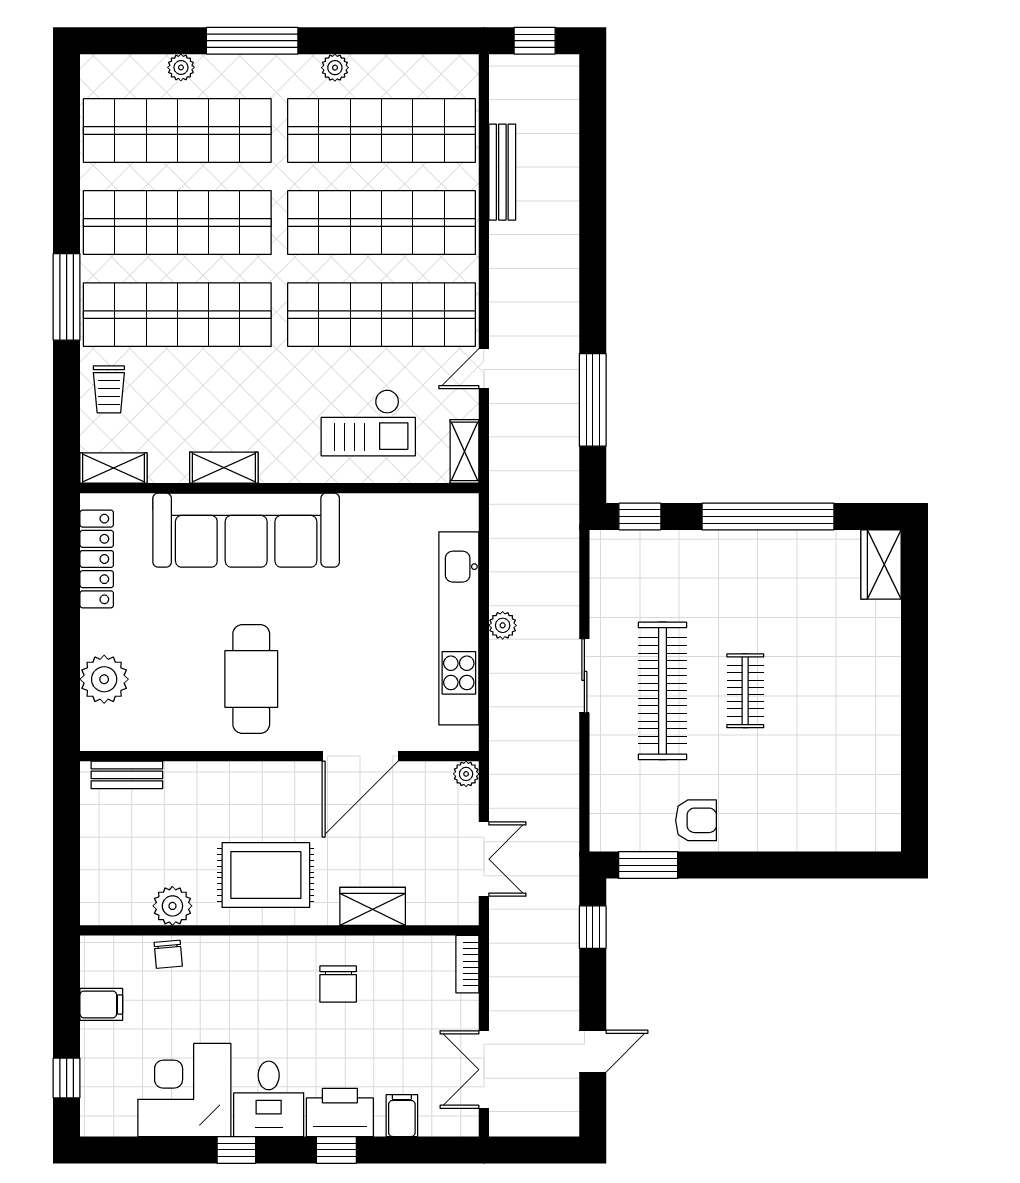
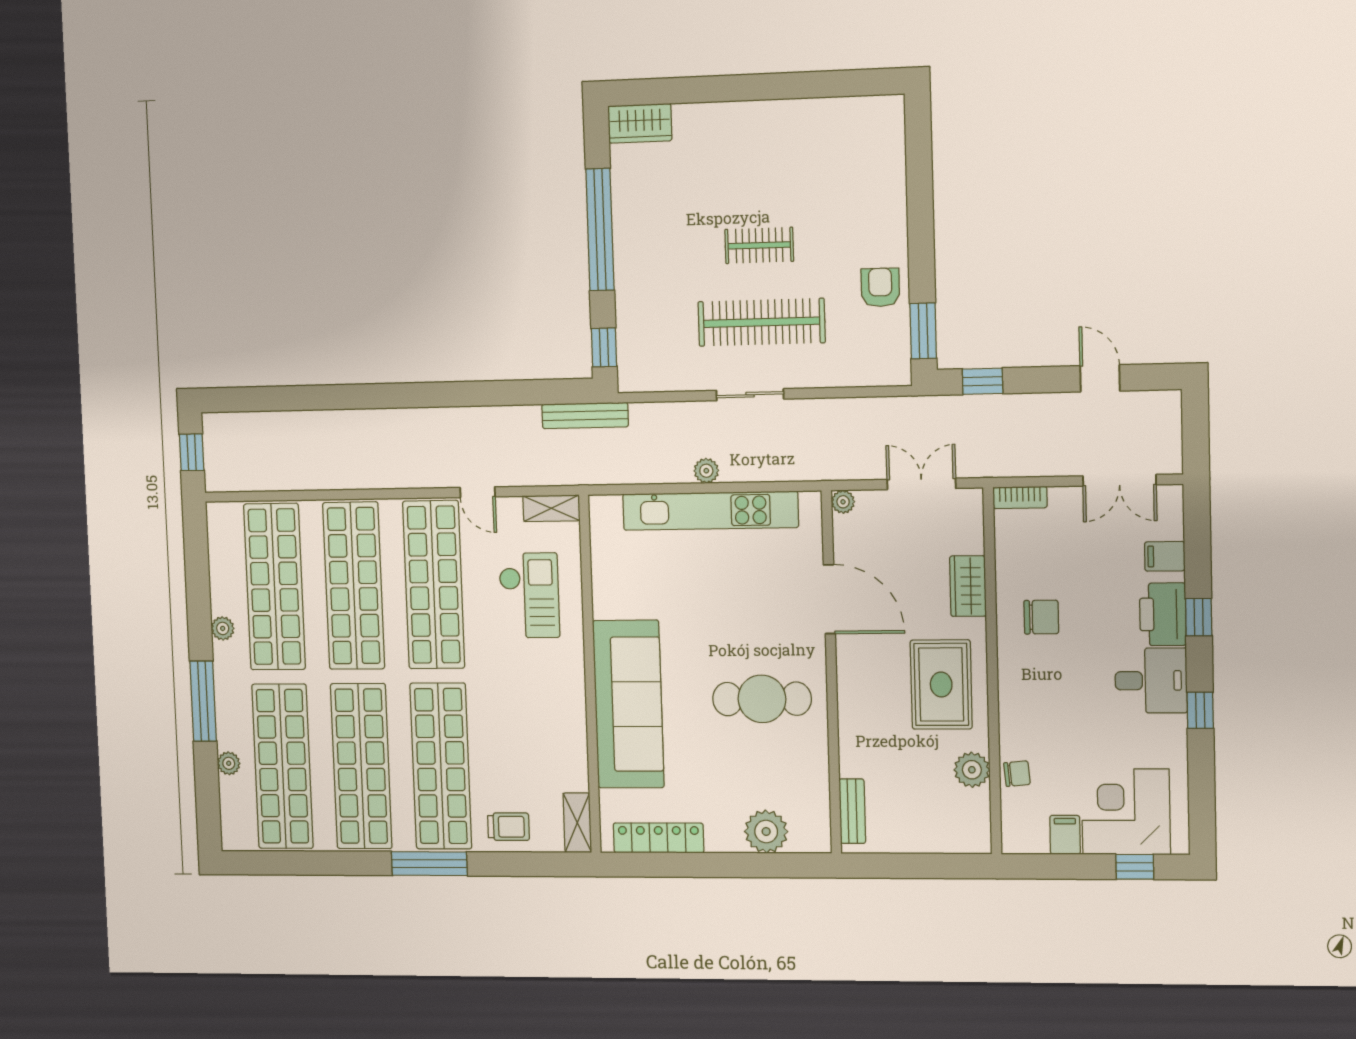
bench: (502, 172) -> (585, 416), moved
window: (593, 400) -> (501, 393), removed
shelving: (224, 468) -> (574, 724), removed
corner desk: (184, 1090) -> (1126, 812), moved, turned 90

